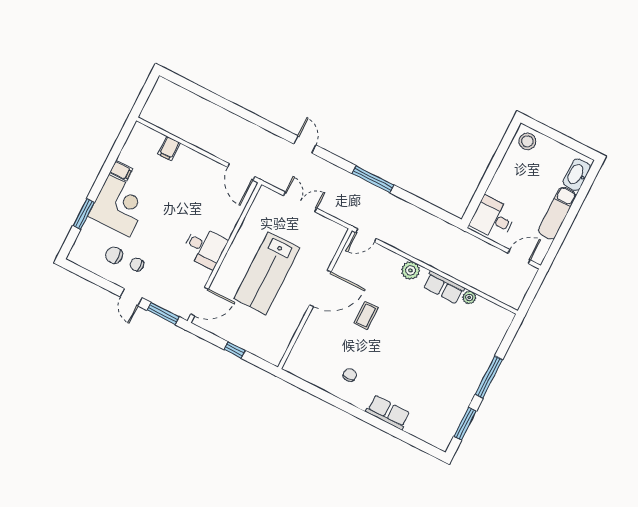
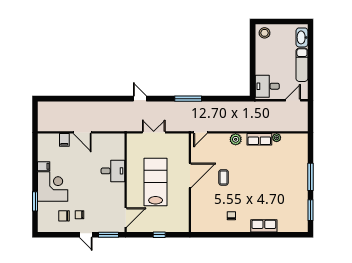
door: (241, 172) -> (82, 132), moved
desk: (205, 247) -> (113, 171), moved
lab bench: (267, 273) -> (156, 182), turned 180

